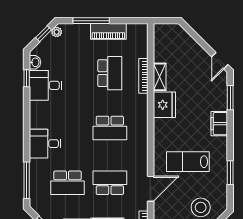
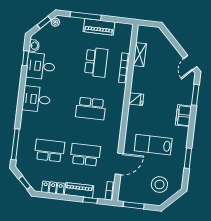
shelving: (160, 77) -> (140, 55), moved
fridge: (164, 105) -> (136, 99), width x0.53, depth x0.75
desk: (45, 144) -> (36, 99), moved
school desk: (67, 183) -> (50, 151), turned 180

